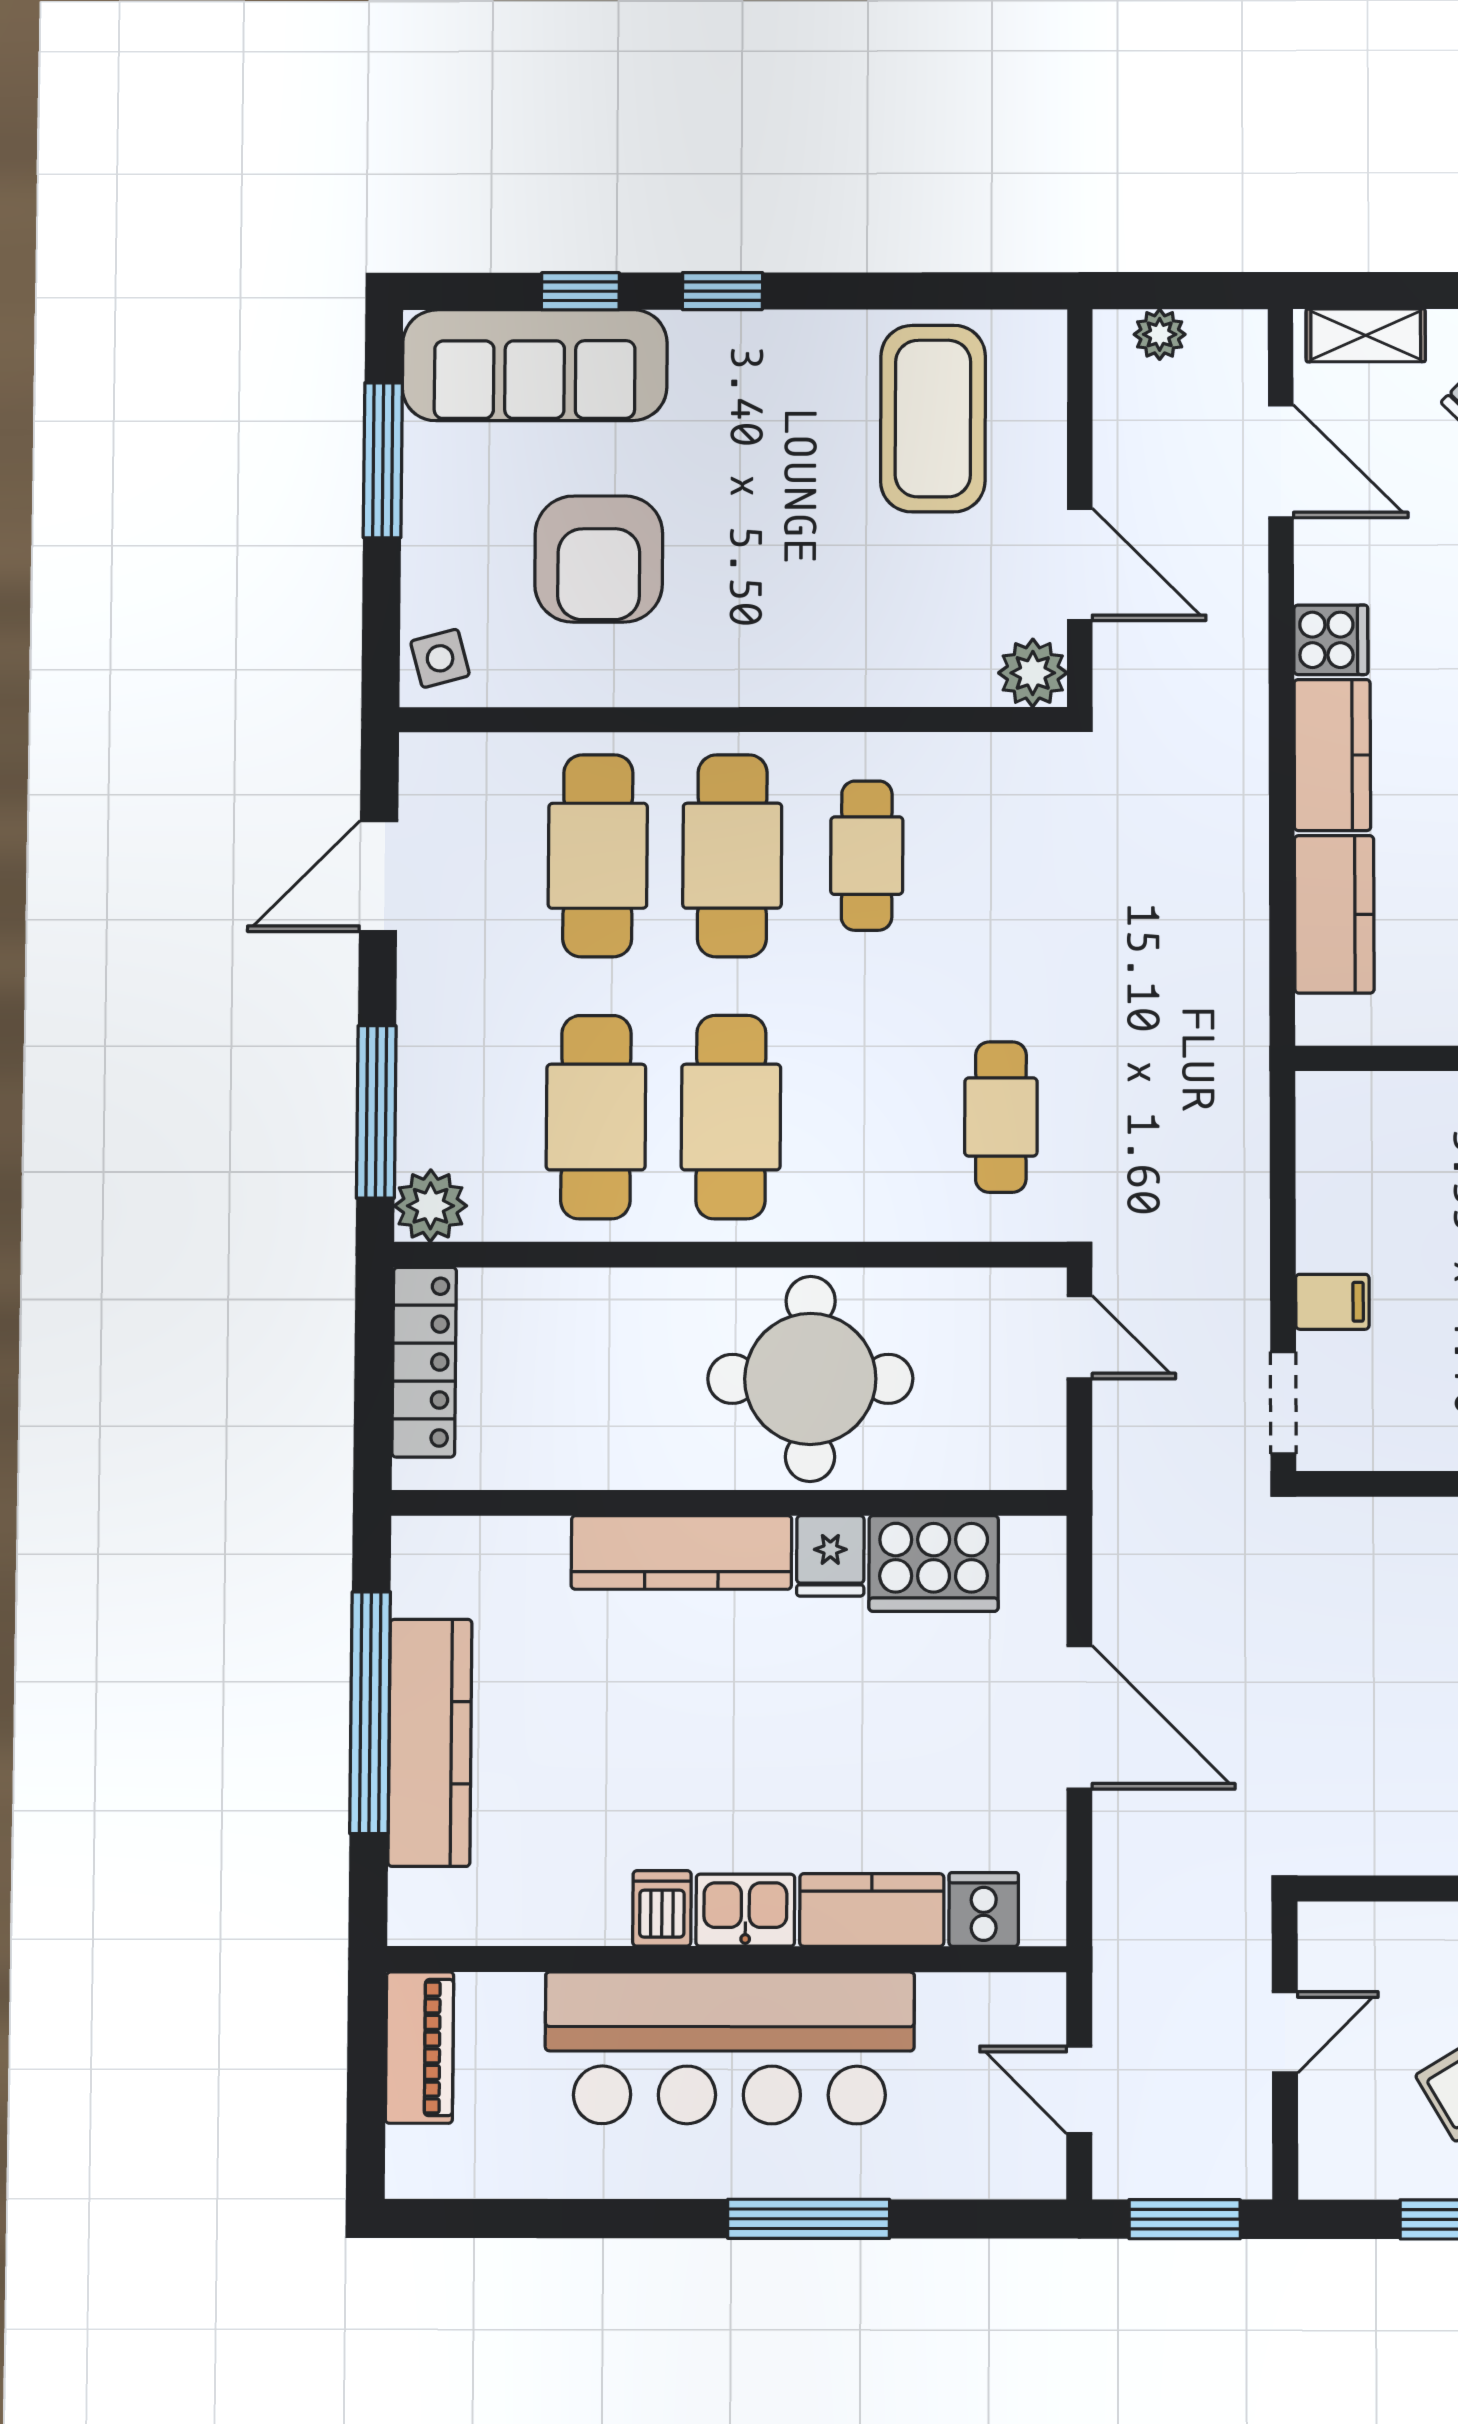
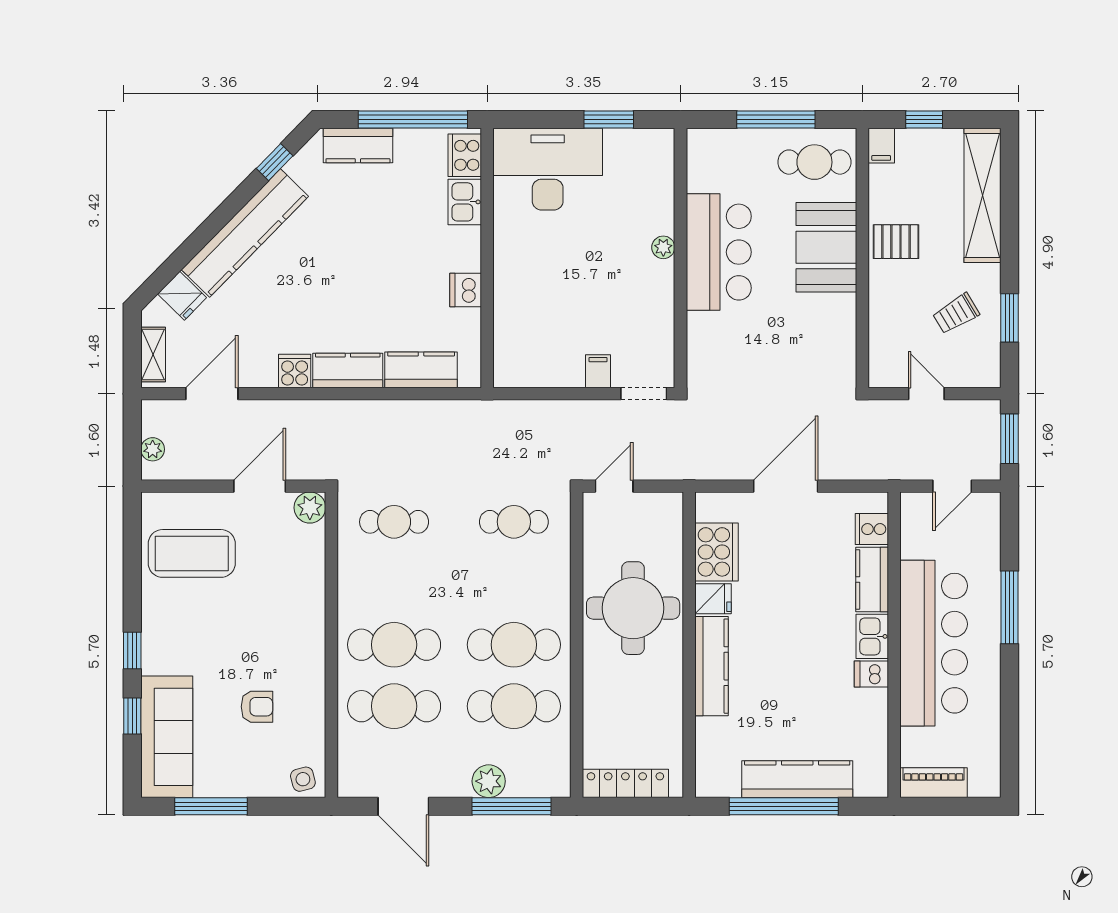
armchair: (599, 559) -> (257, 707), width x0.53, depth x0.53
cafe table: (867, 856) -> (394, 522), moved
plant: (430, 1206) -> (489, 781), moved

